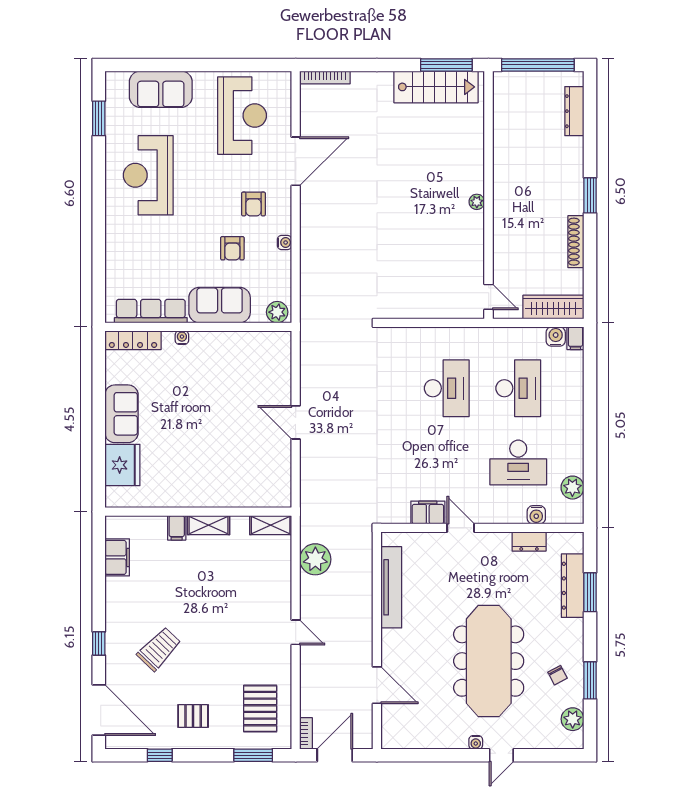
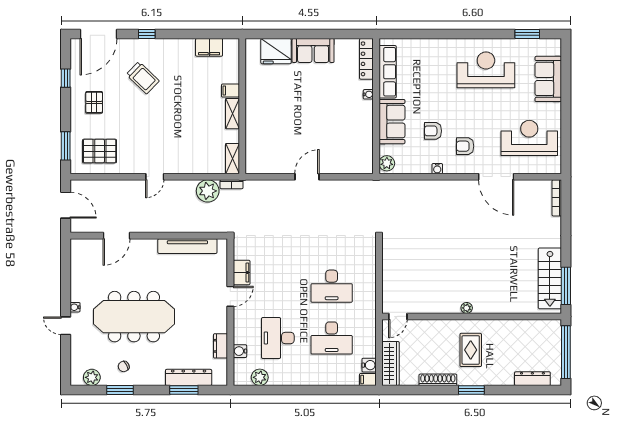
reception desk: (242, 116) -> (529, 138), turned 180
rug: (535, 196) -> (471, 350), added
bookcase: (306, 733) -> (232, 184), moved

